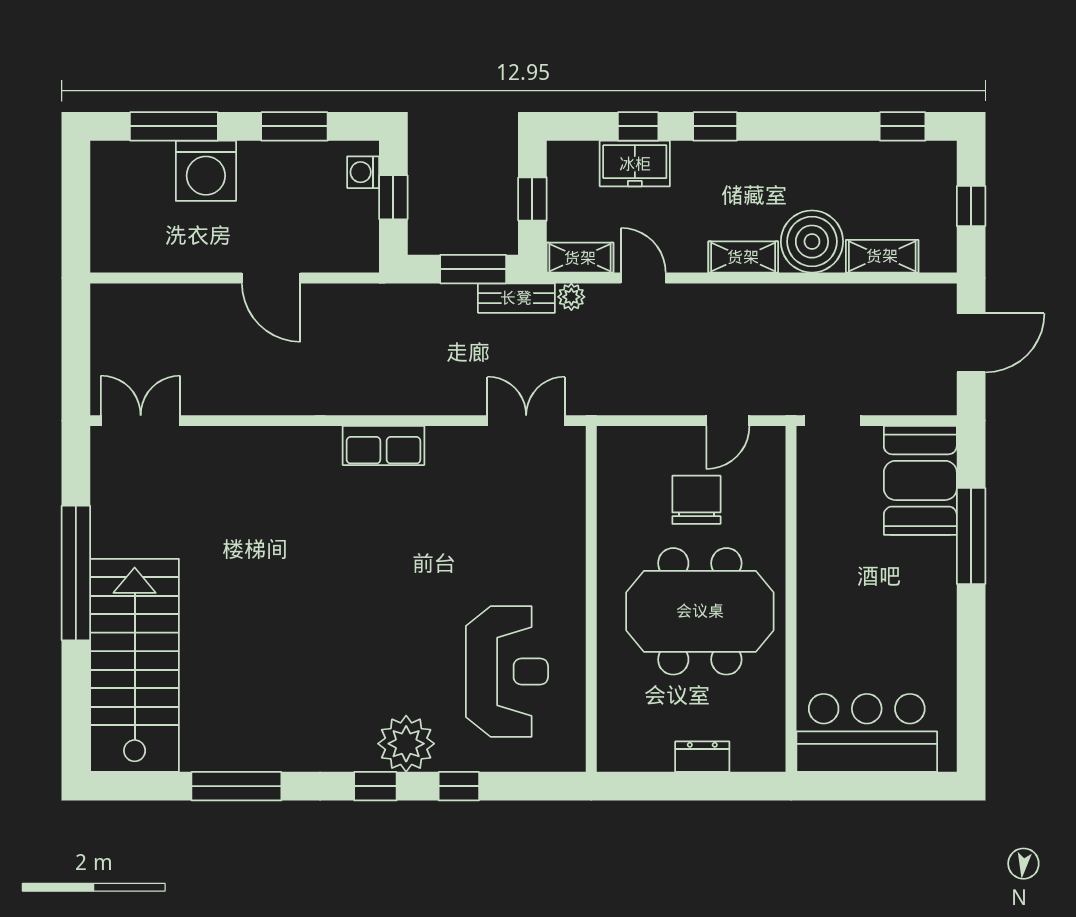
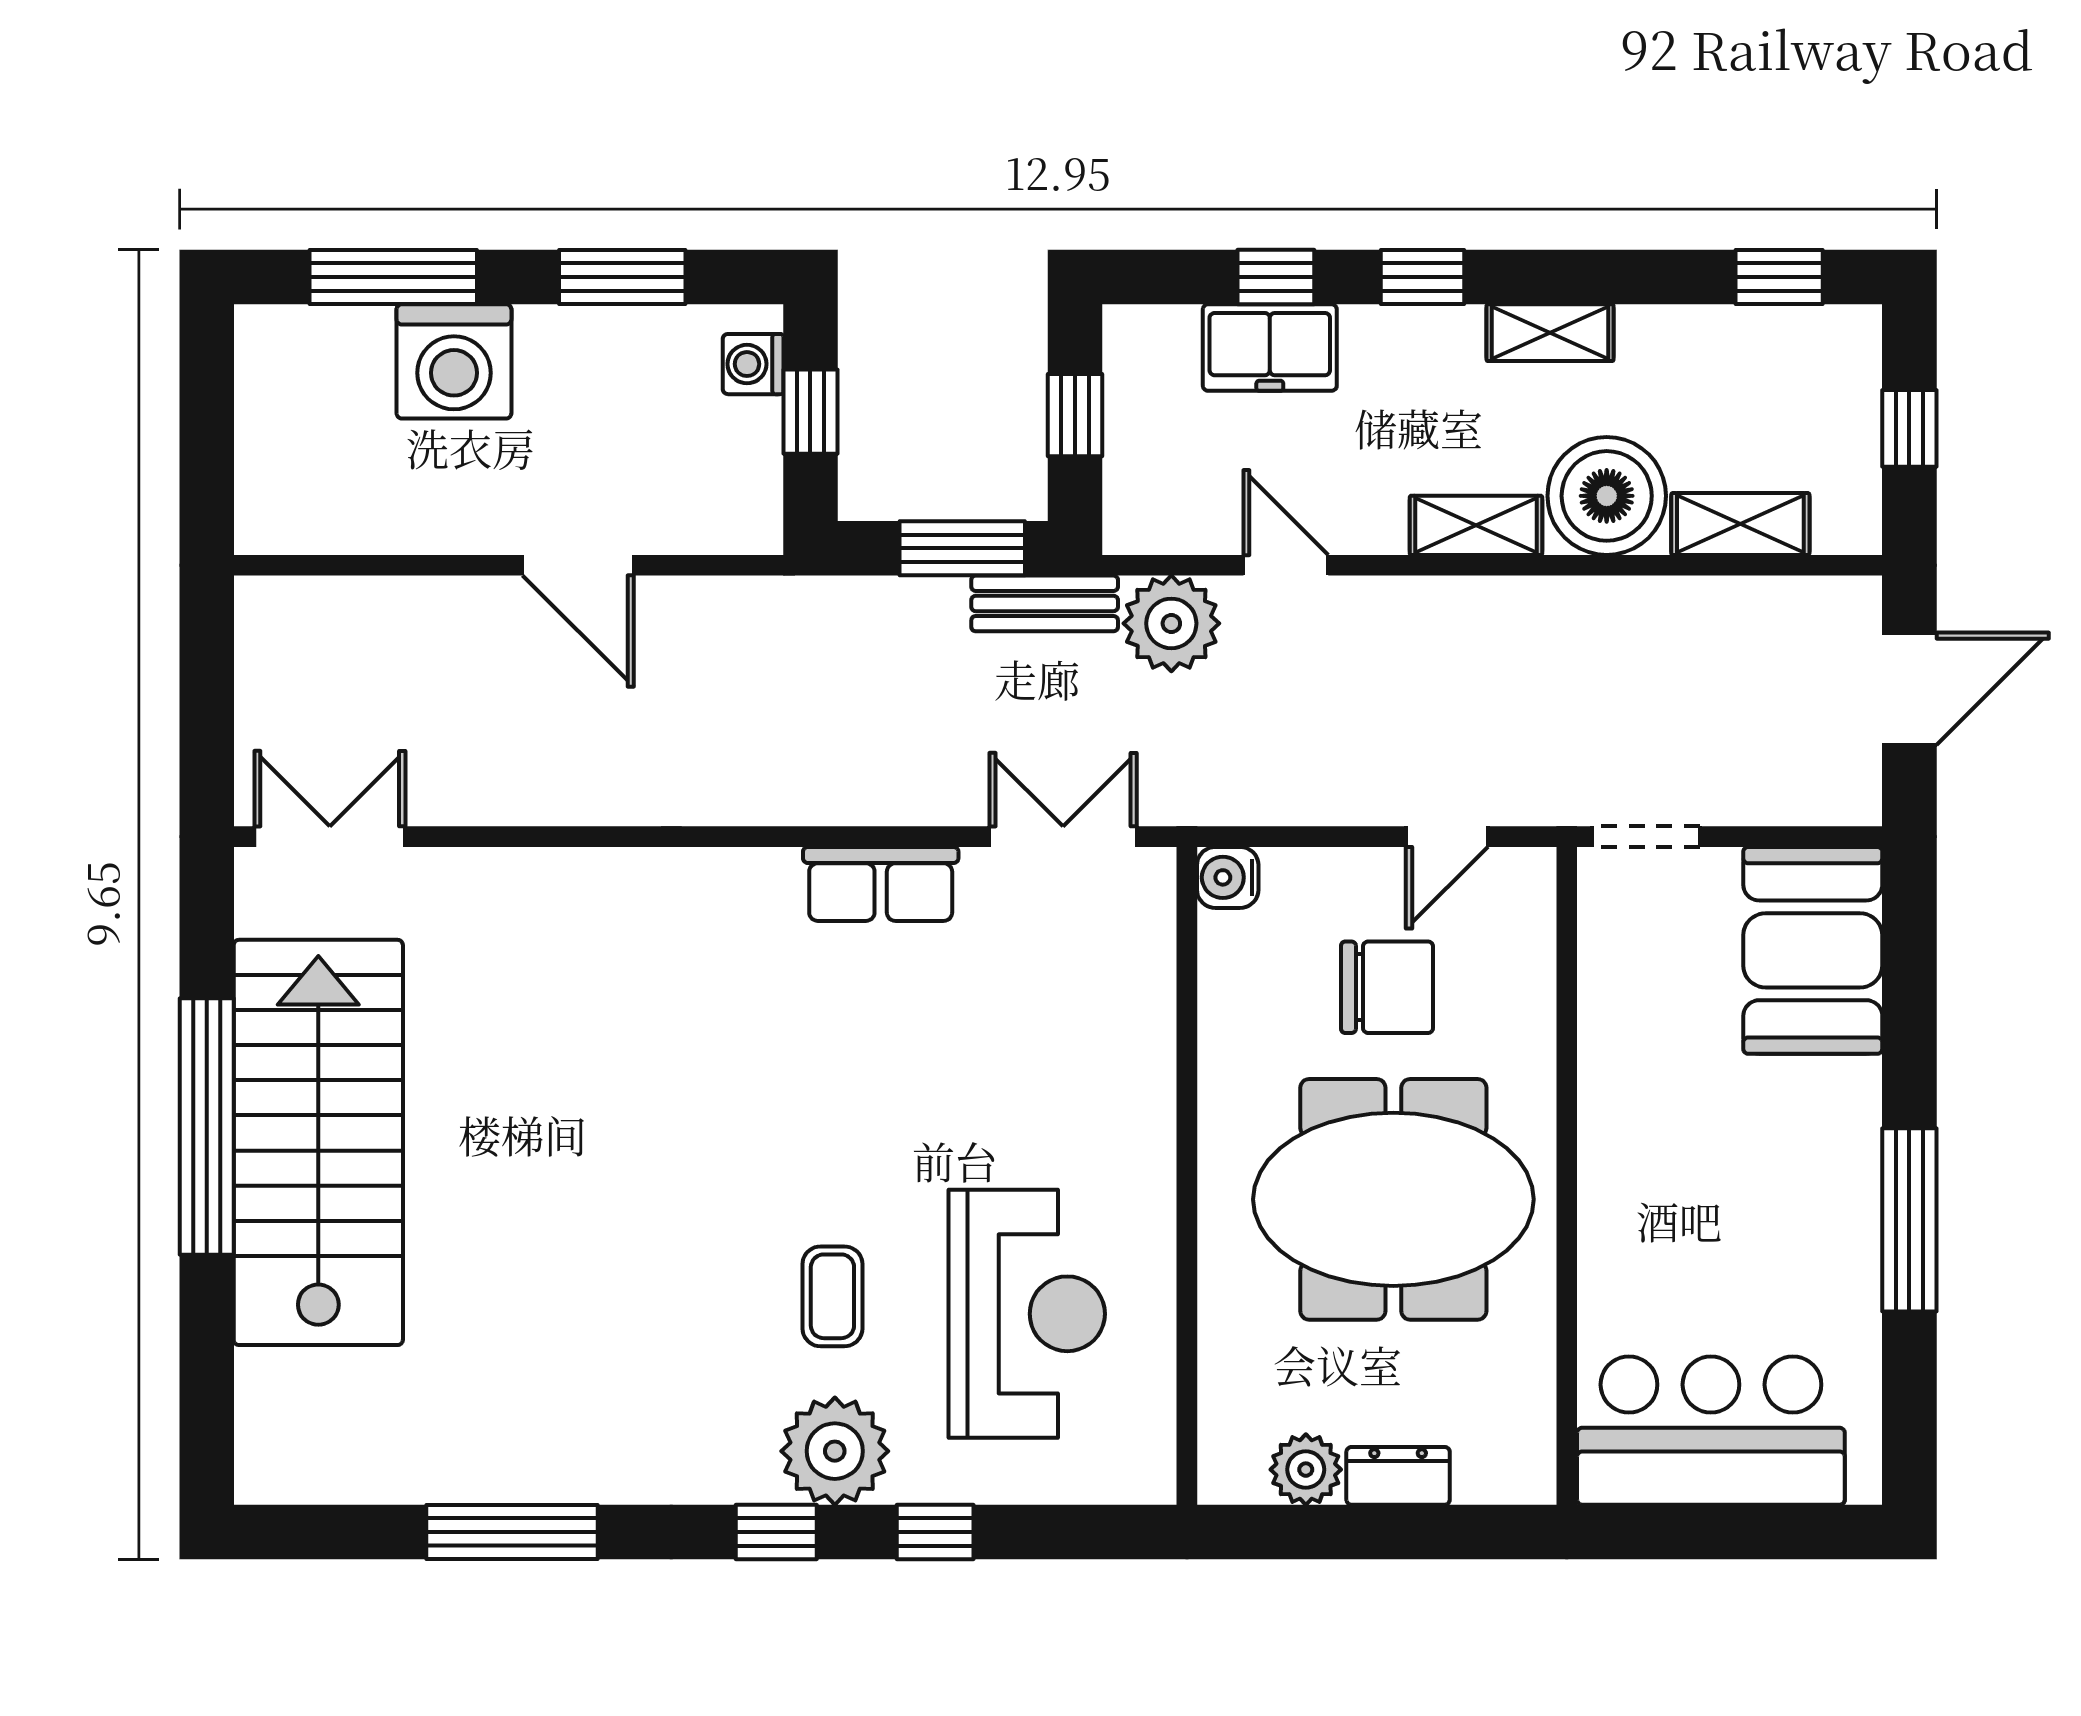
shelving: (580, 258) -> (1550, 333), moved
plant: (571, 297) -> (1171, 623), width x1.87, depth x1.87
water cooler: (613, 442) -> (1228, 877), added
row of seats: (383, 446) -> (881, 884), moved
chair: (696, 500) -> (1387, 987), turned 90
window: (971, 536) -> (1909, 1220), moved
coffee table: (405, 662) -> (832, 1296), added
stairs: (135, 665) -> (318, 1142), moved
plant: (654, 753) -> (1306, 1470), added

